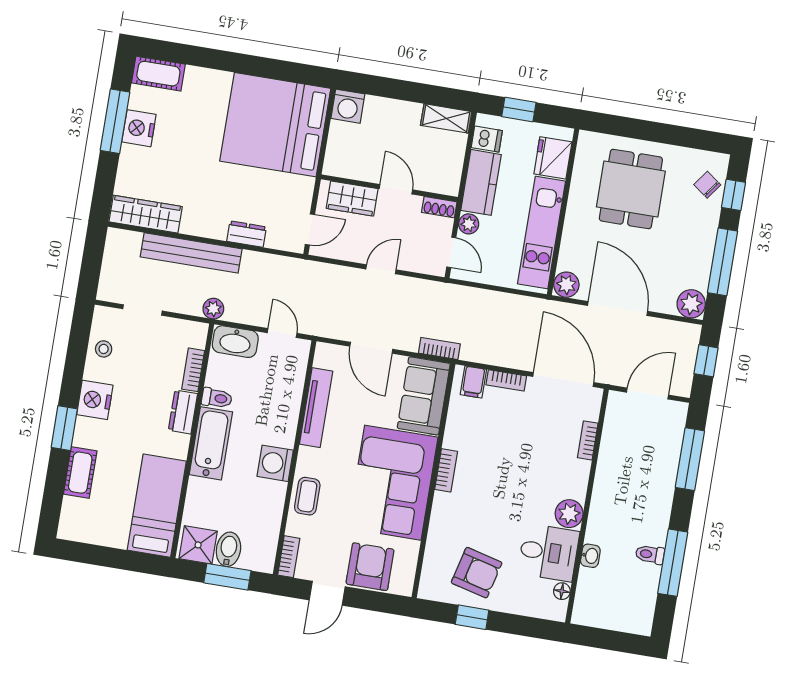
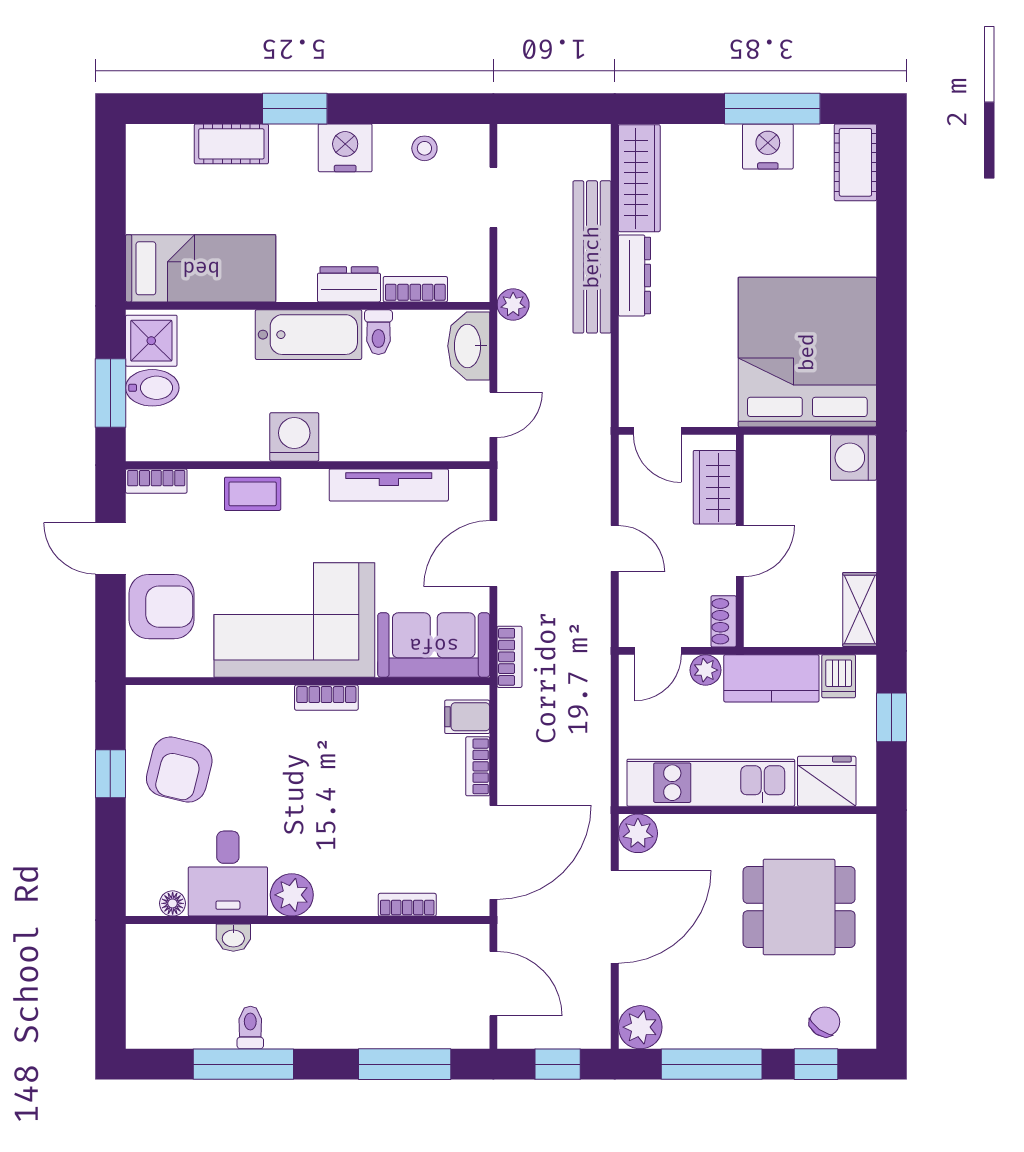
dresser: (247, 234) -> (634, 275), moved, width x1.44

